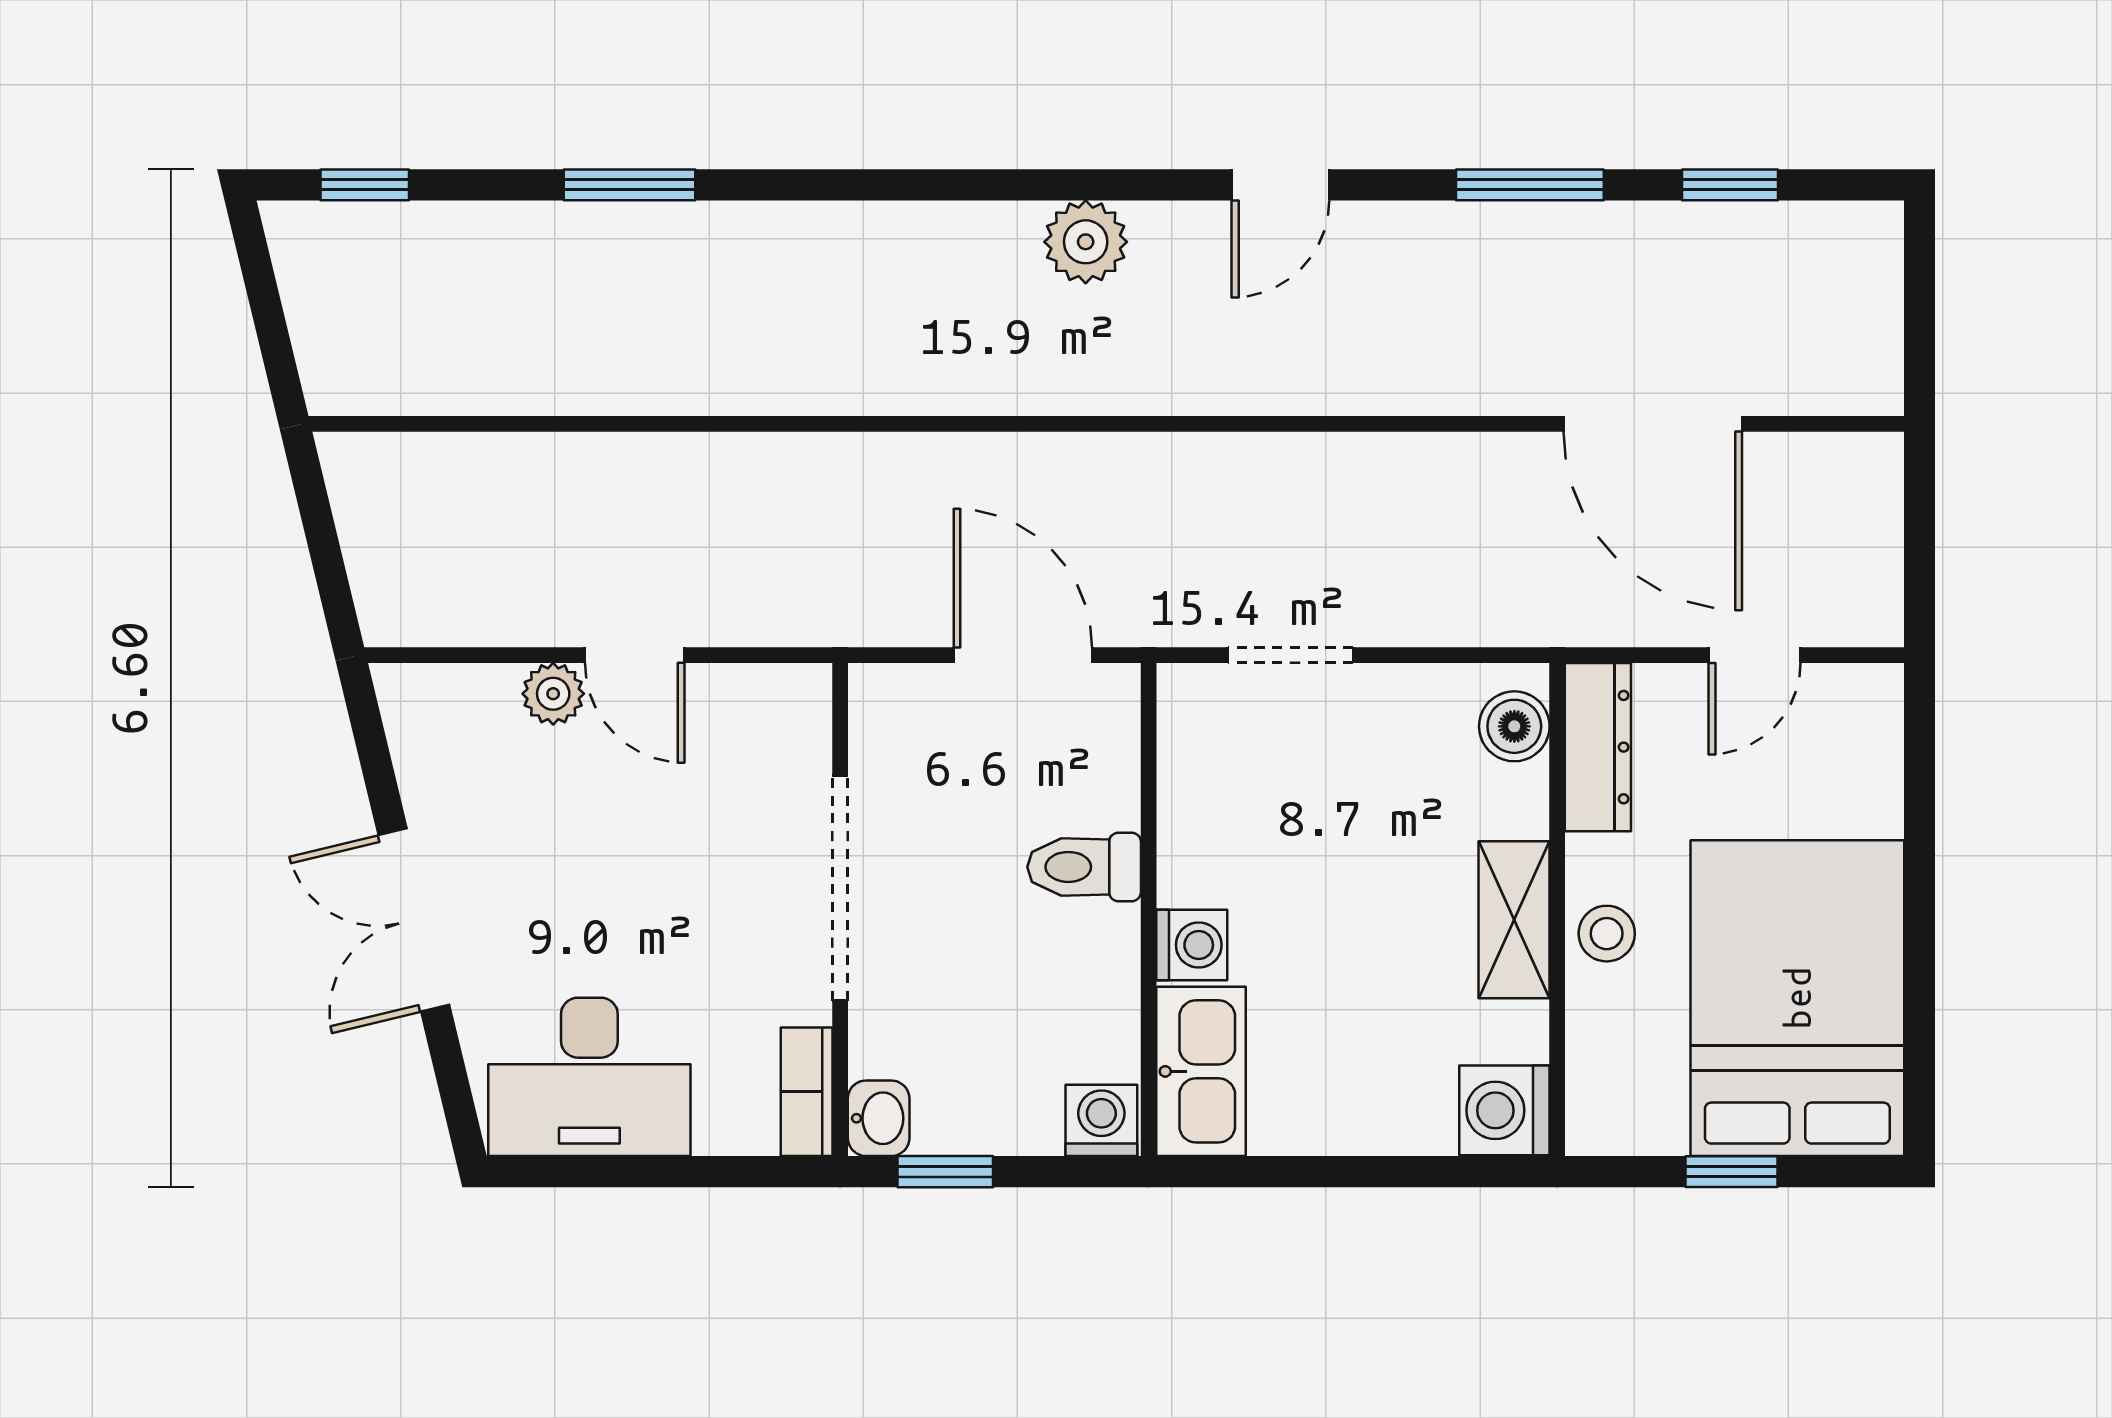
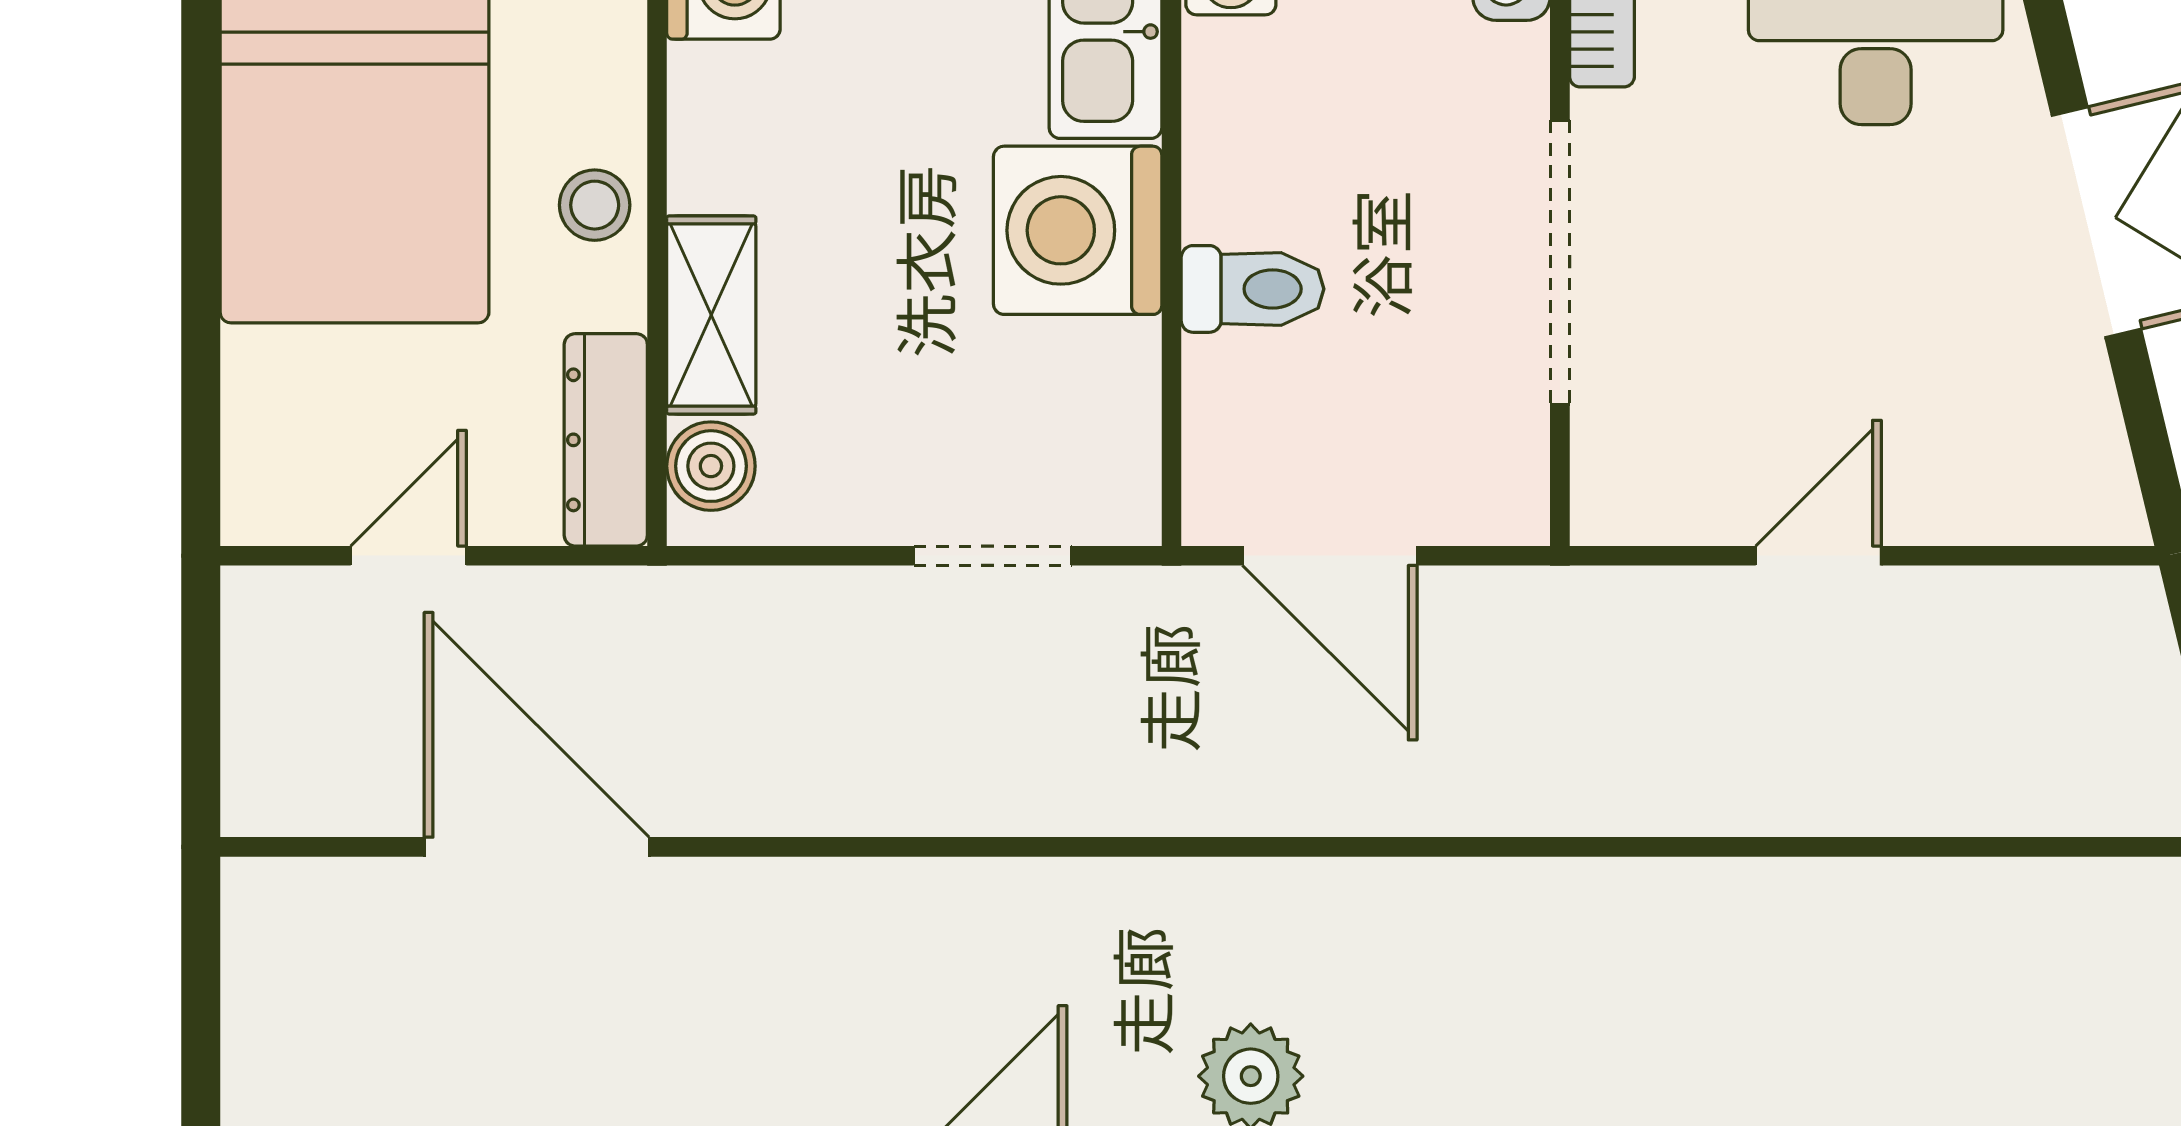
door: (635, 655) -> (1819, 556), hinge flipped
plant: (553, 694) -> (1921, 507), removed
shelving: (1514, 920) -> (711, 315), moved
washing machine: (1192, 945) -> (1078, 230), width x1.89, depth x1.89

